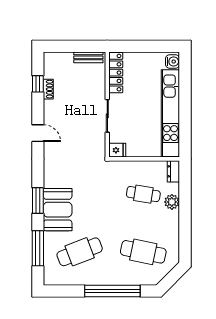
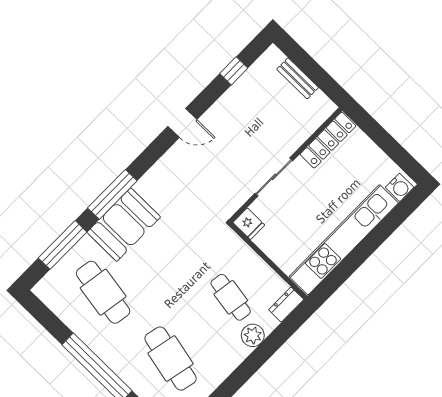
bench: (88, 57) -> (298, 78), moved
shoe rack: (48, 89) -> (239, 87), removed
door: (38, 133) -> (182, 123), hinge flipped
window: (38, 200) -> (112, 194), width x1.44
cafe table: (80, 252) -> (103, 292), turned 30

